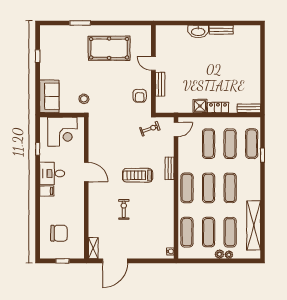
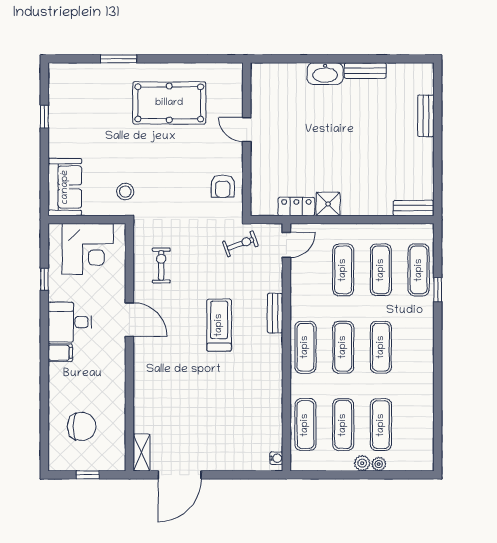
bench: (160, 84) -> (426, 116), moved
locker: (218, 107) -> (296, 207), moved
treadmill: (138, 175) -> (219, 325), turned 90
exercise bike: (124, 209) -> (161, 265), moved
shelving: (254, 225) -> (422, 413), removed

